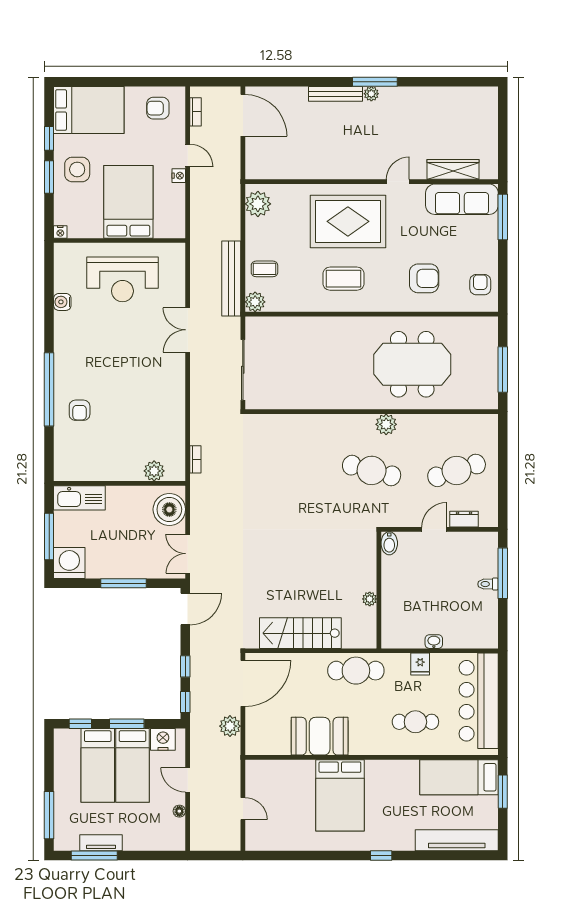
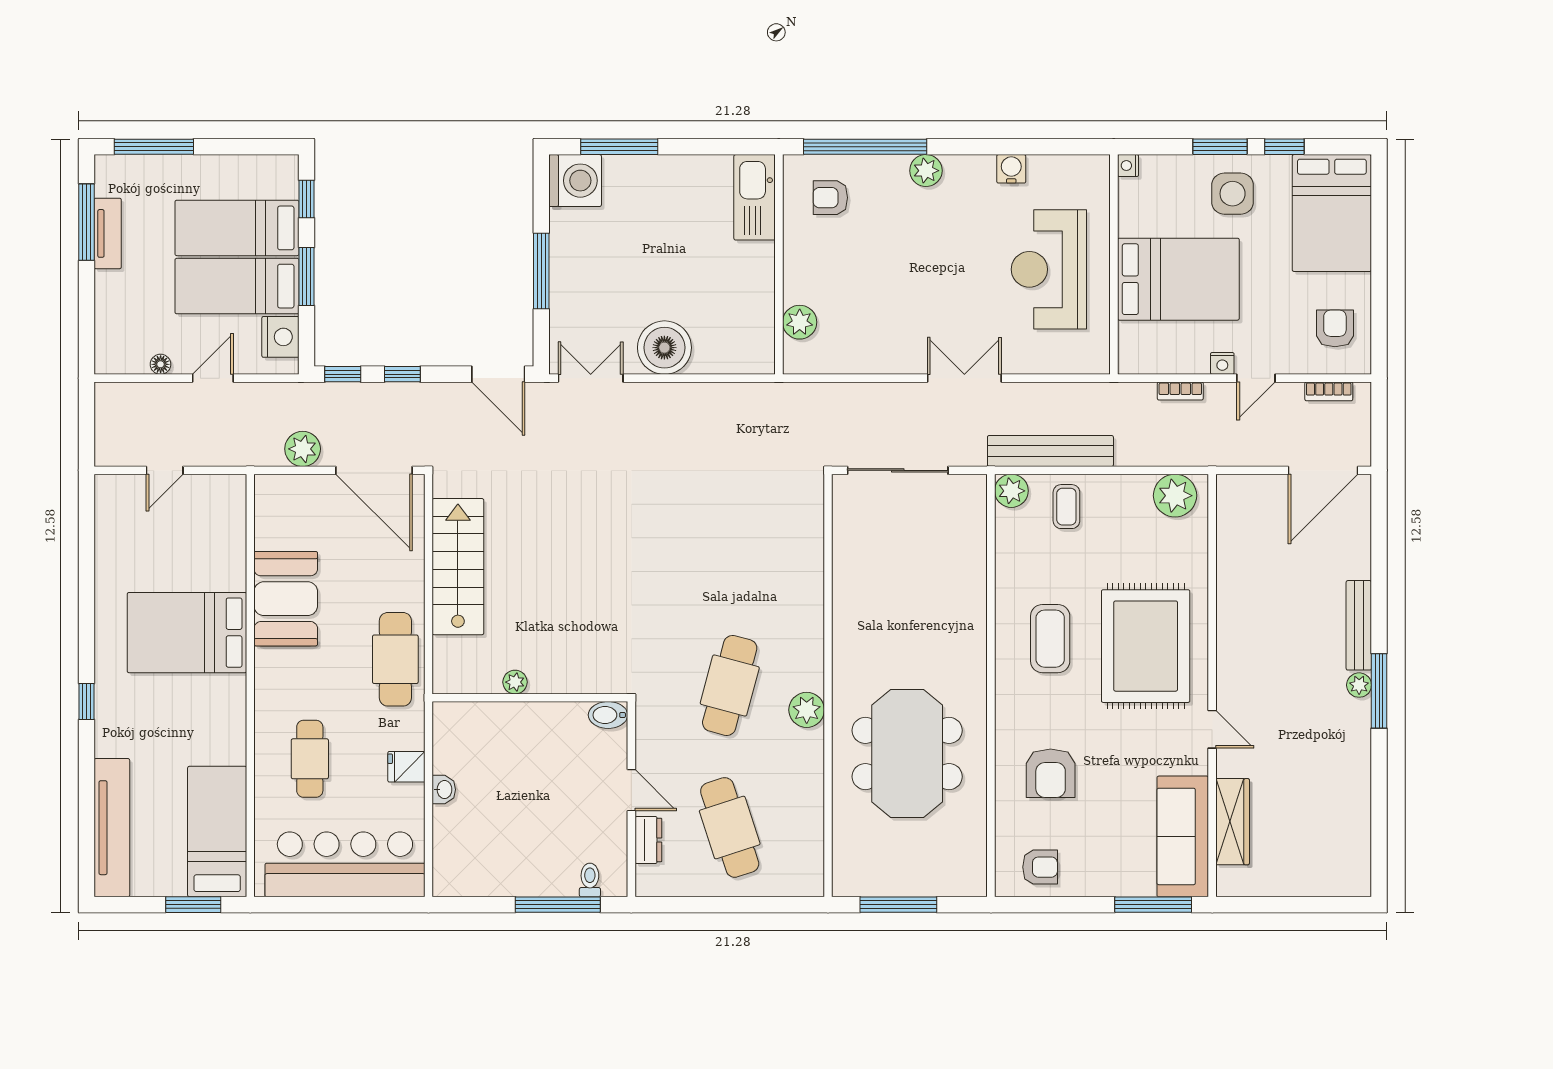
plant: (63, 353) -> (926, 171), added
bookcase: (195, 459) -> (1180, 391), moved
plant: (154, 471) -> (800, 322), moved
wall: (120, 483) -> (779, 264), moved
kitchen sink: (79, 498) -> (755, 197), moved
toilet: (488, 584) -> (590, 880), moved

